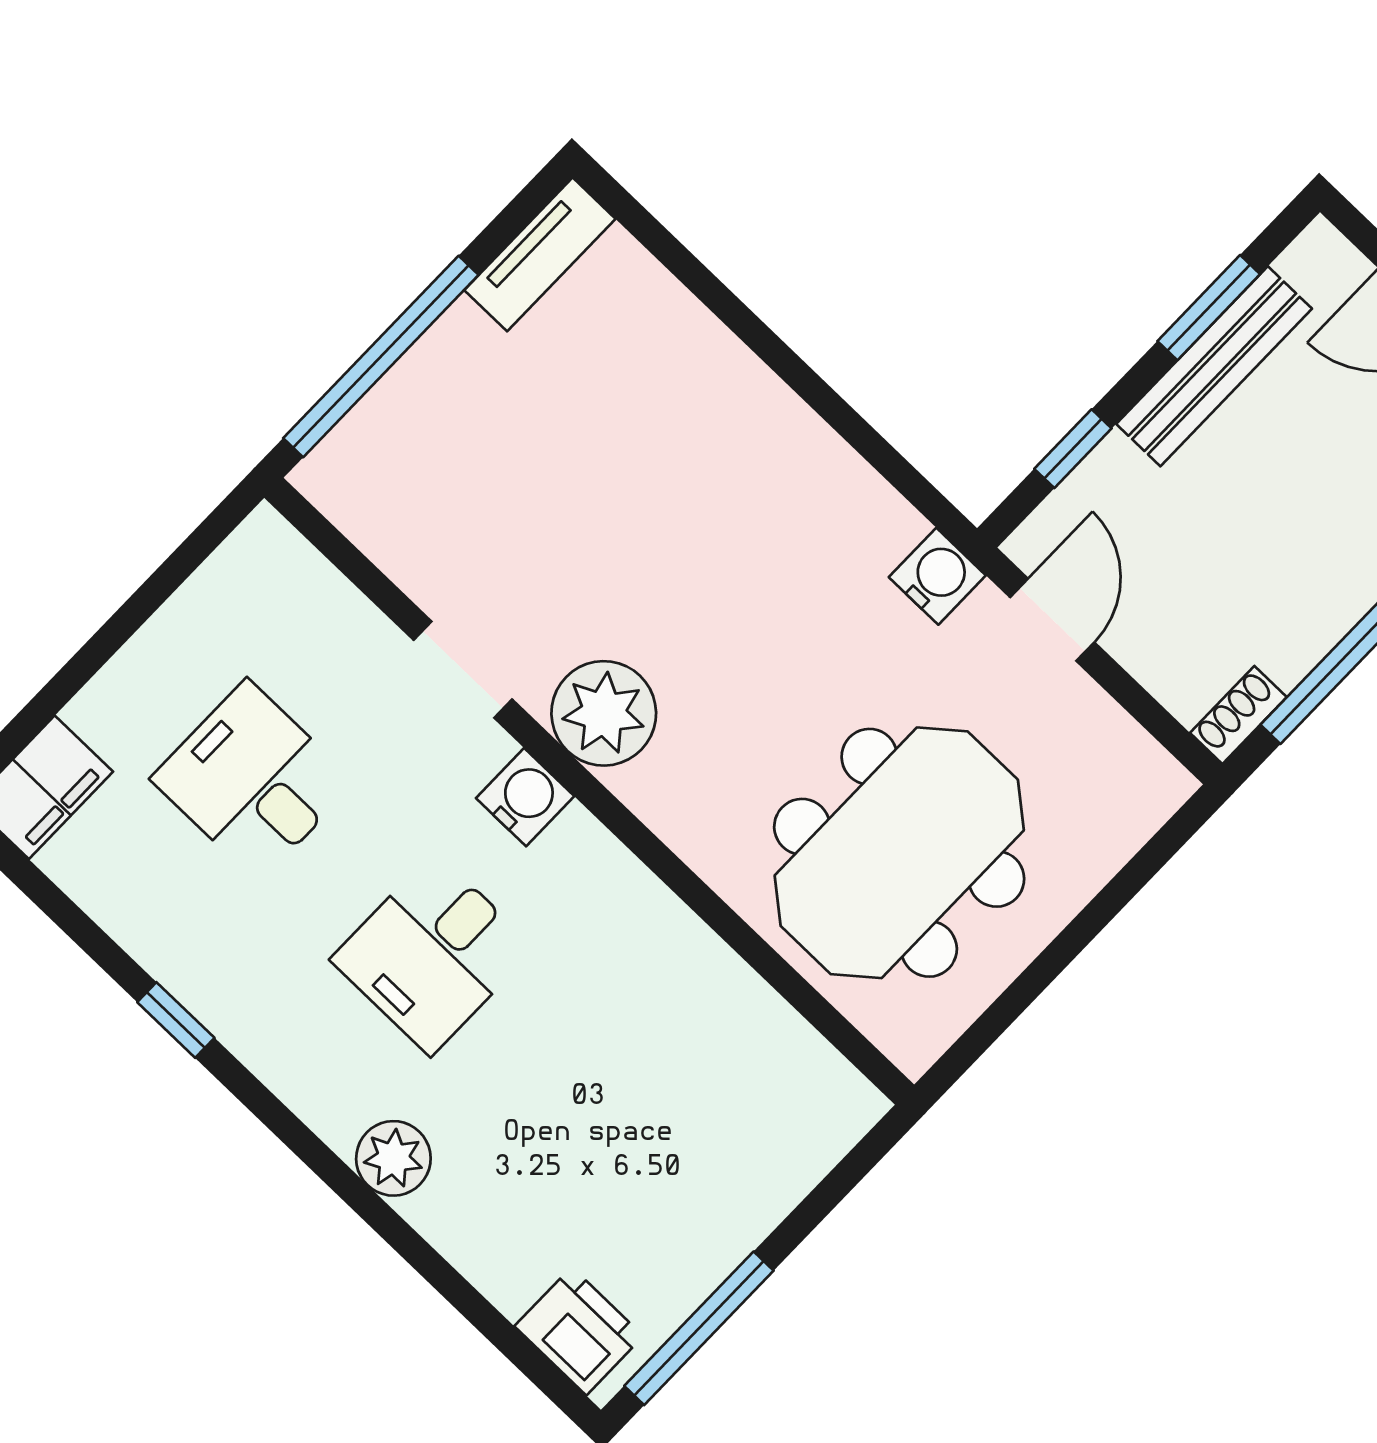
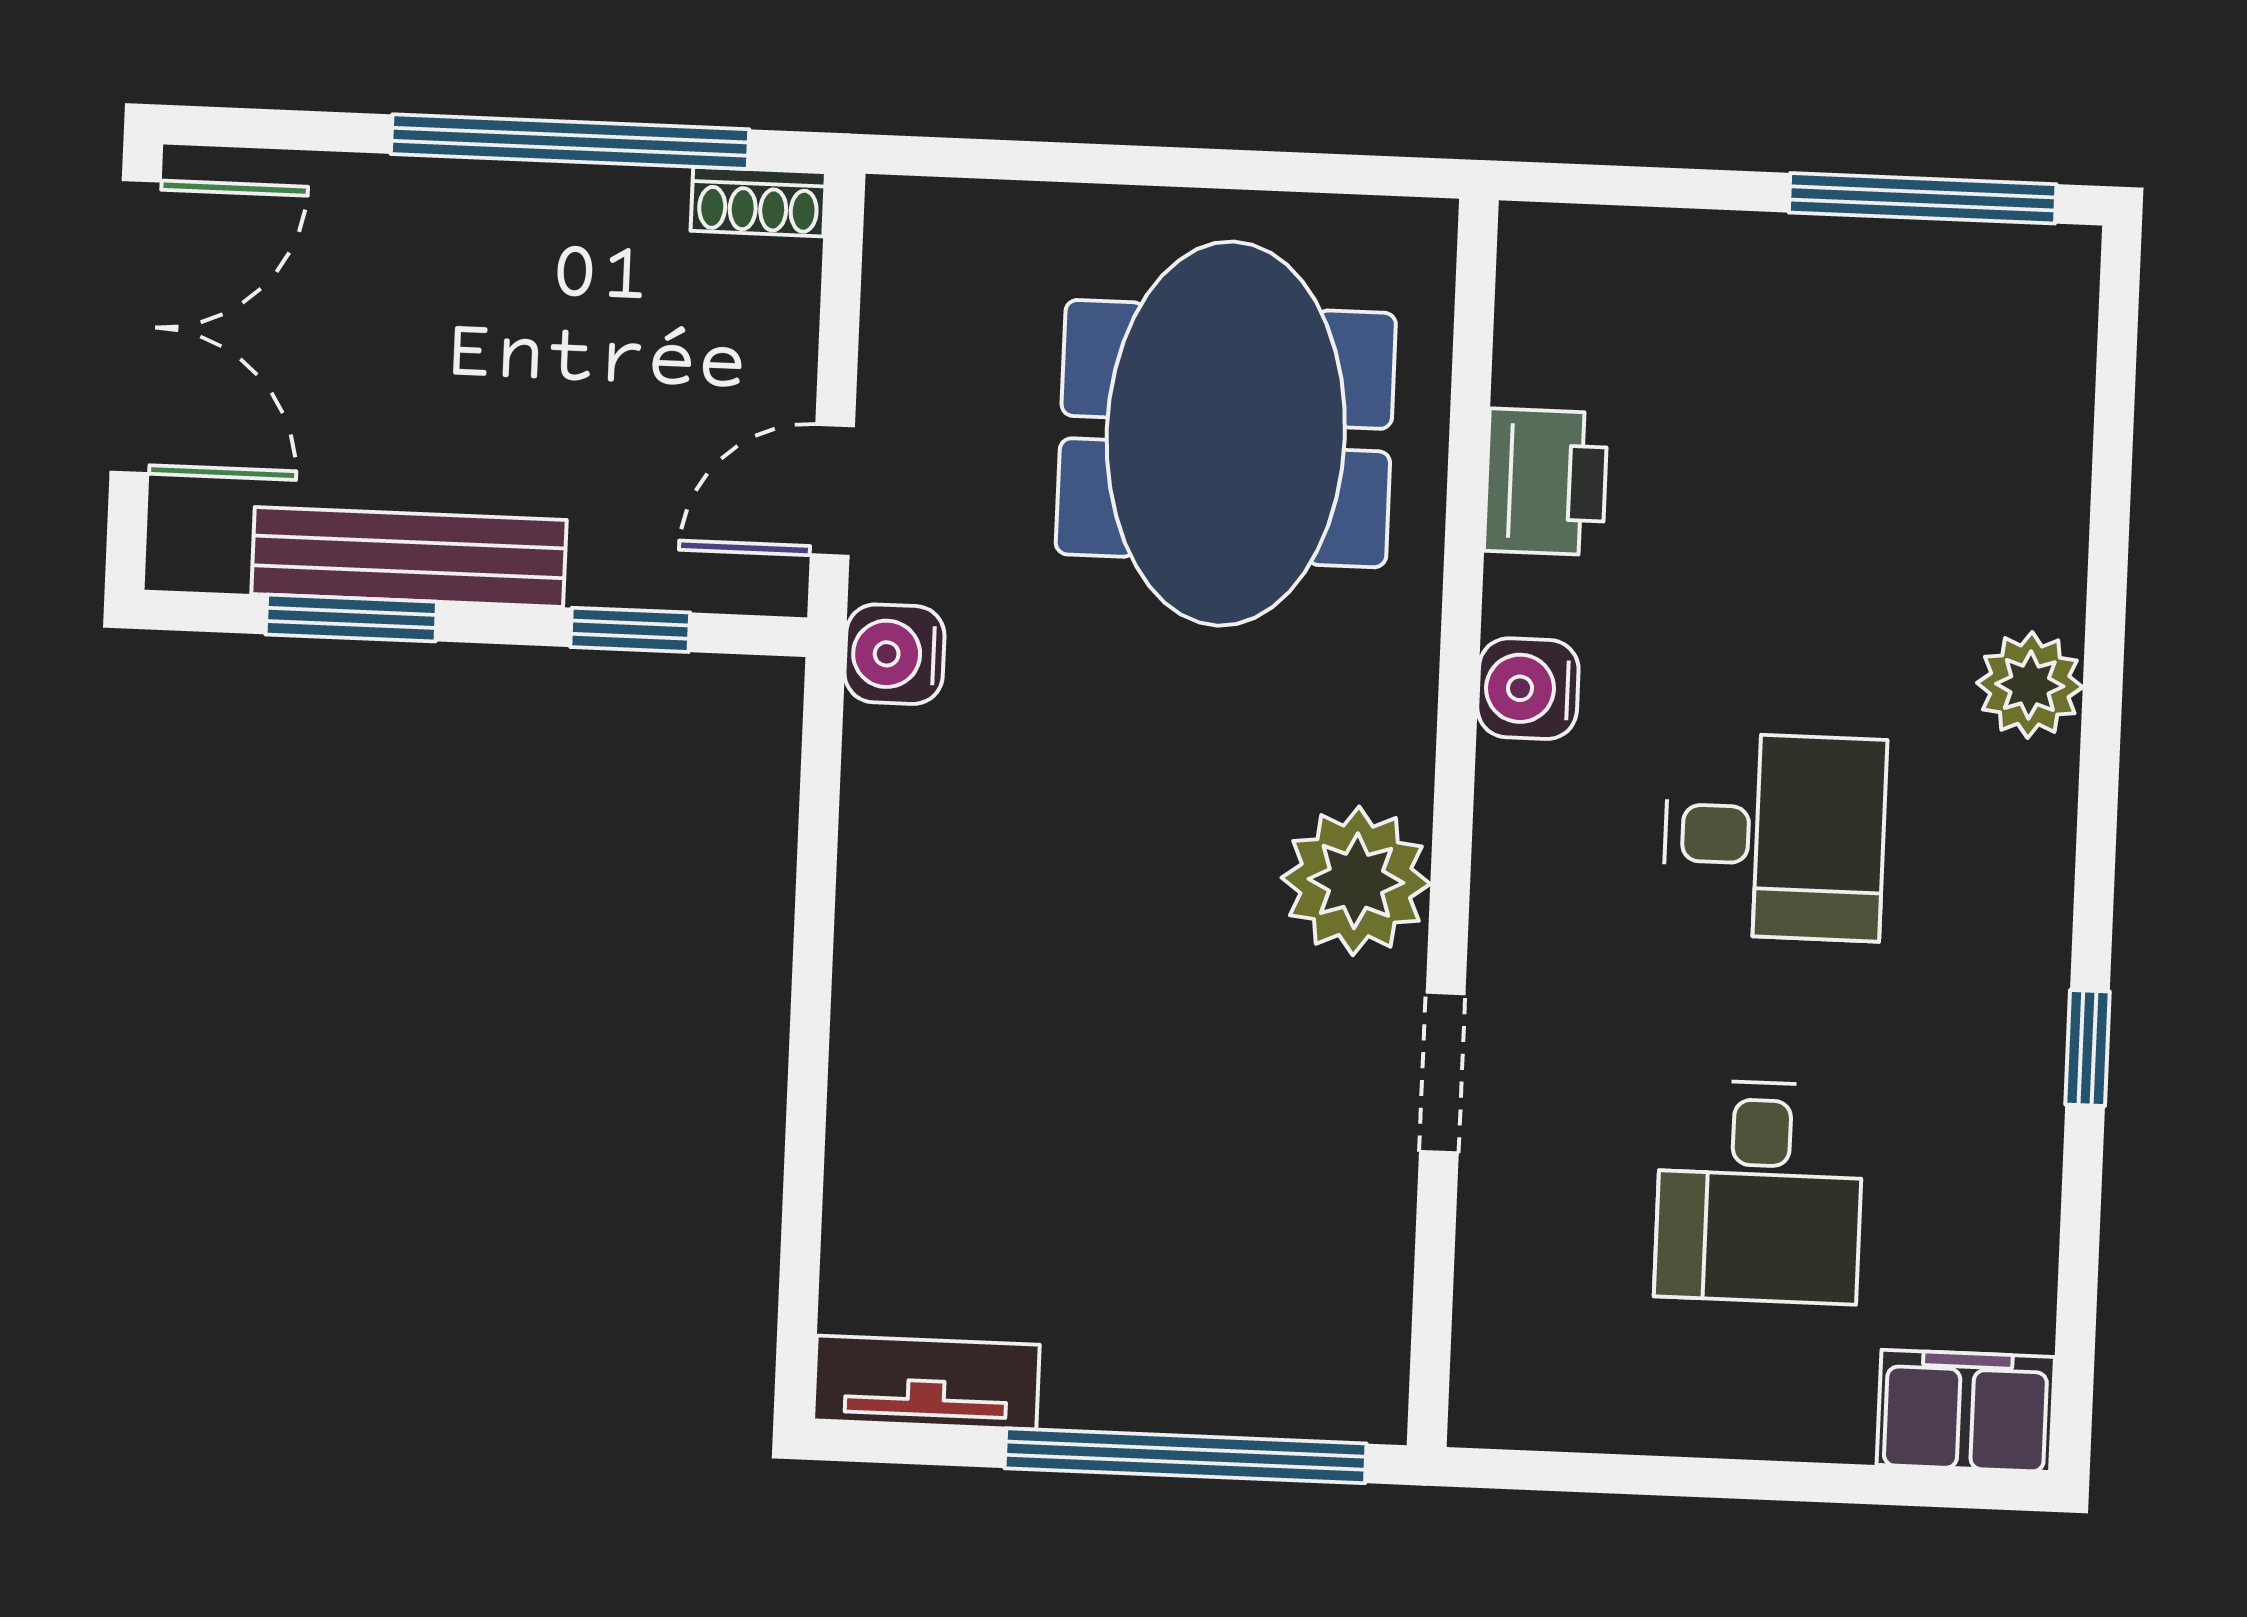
water cooler: (525, 797) -> (1528, 689), moved
meeting table: (899, 853) -> (1226, 434), turned 90
printer: (579, 1331) -> (1546, 482), moved, turned 180

